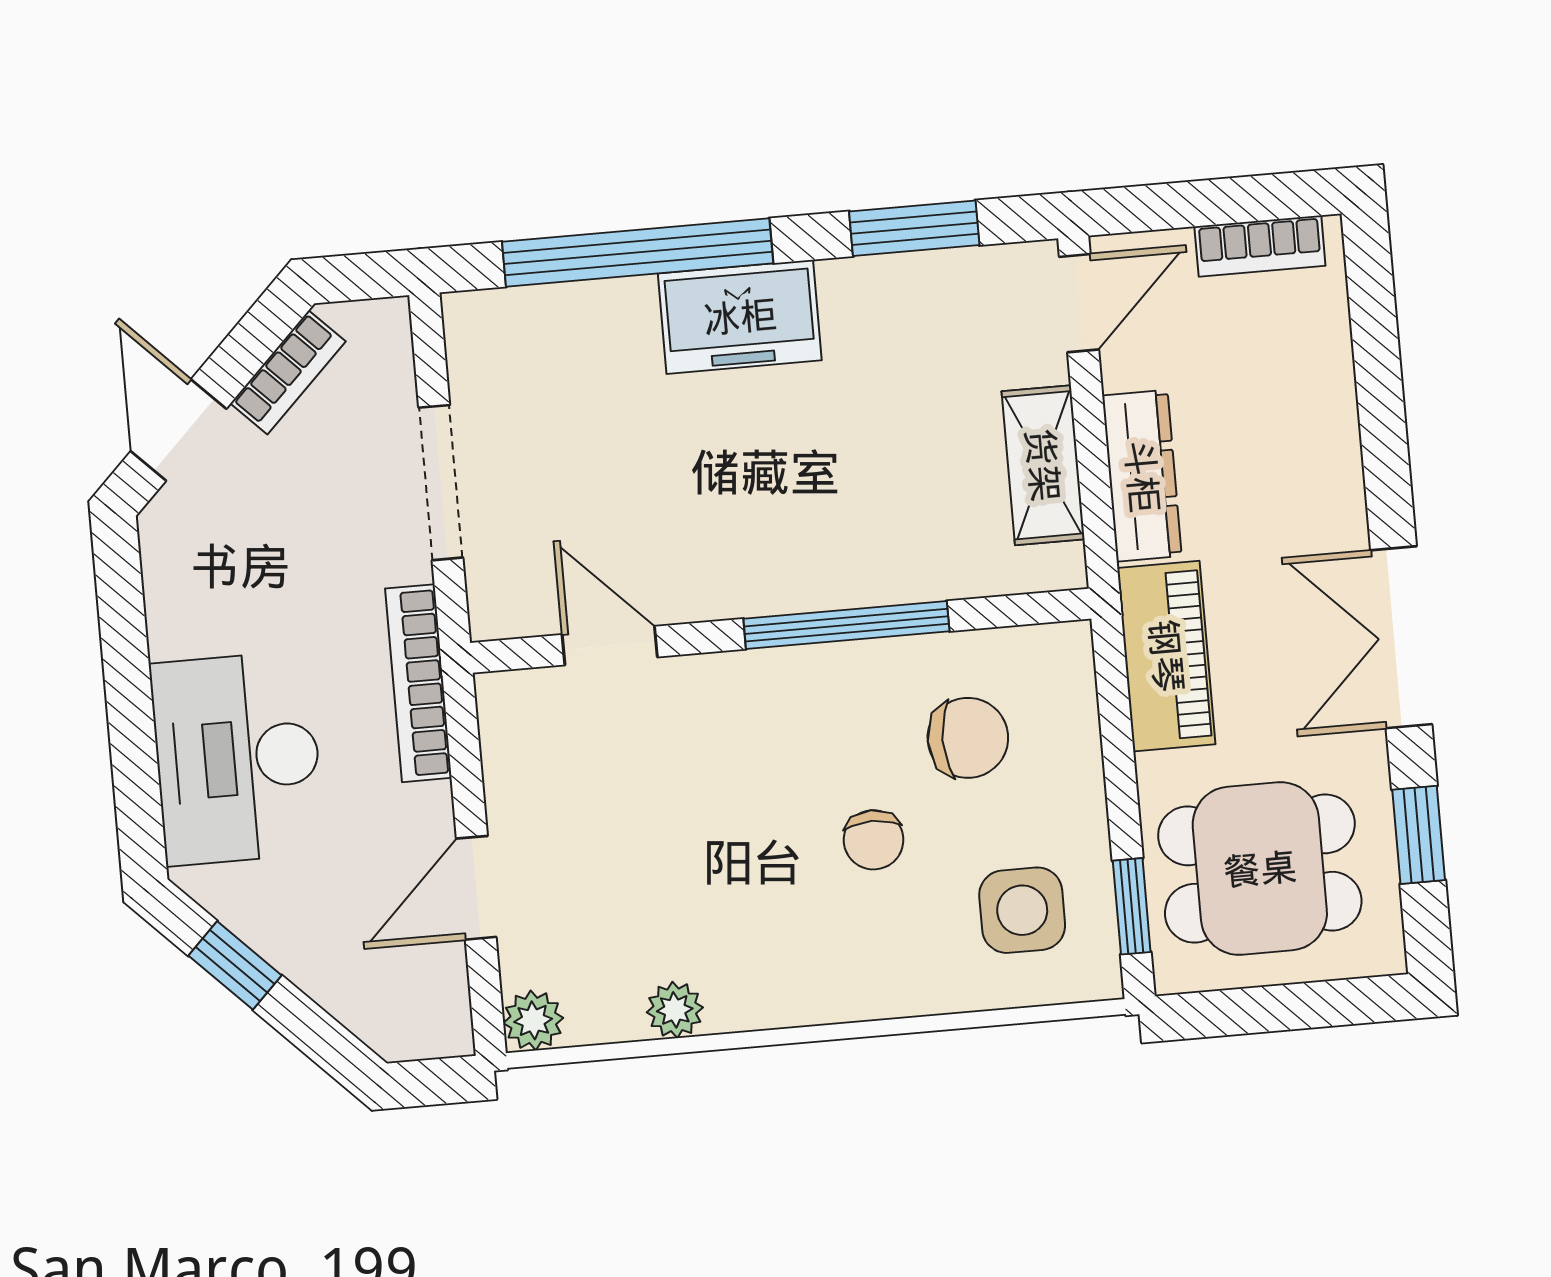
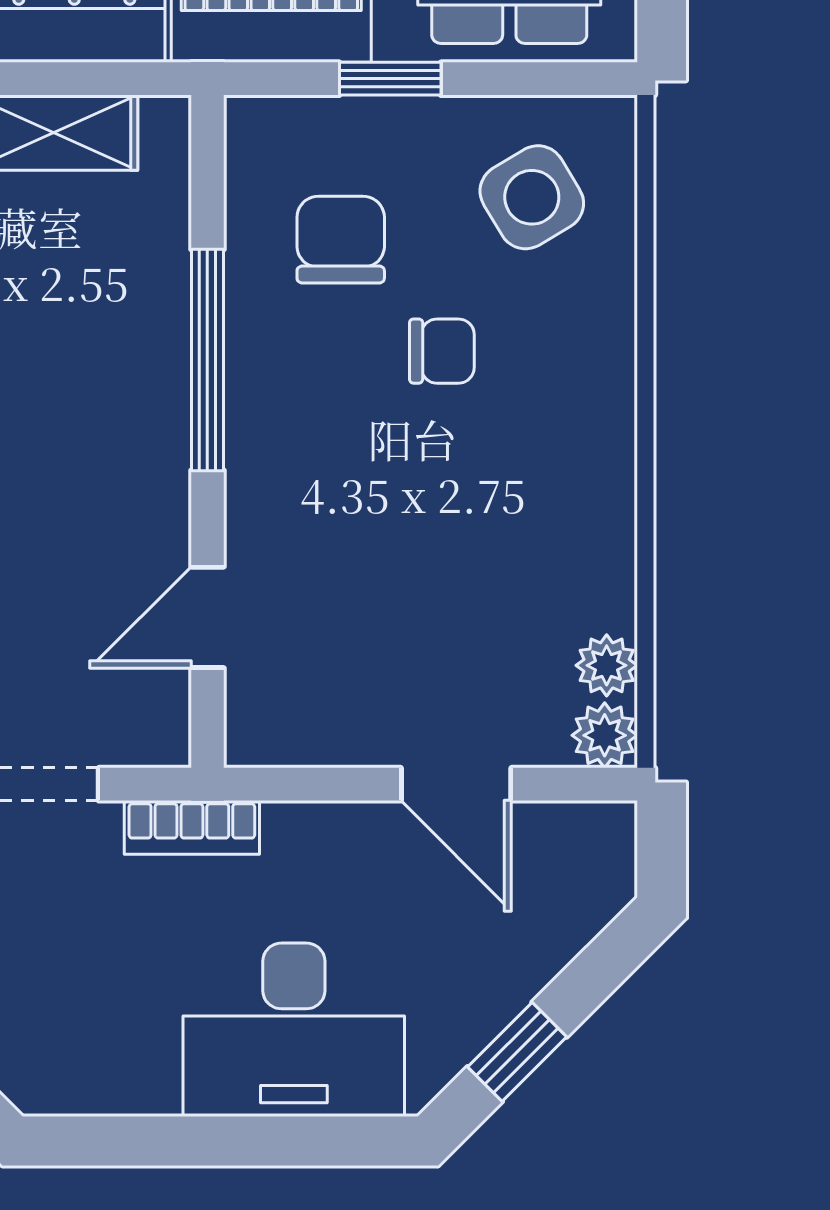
bookcase: (418, 683) -> (192, 827), width x0.64
window: (1132, 906) -> (390, 79), moved
side table: (1022, 910) -> (532, 197), turned -31
plant: (675, 1010) -> (607, 665), moved

